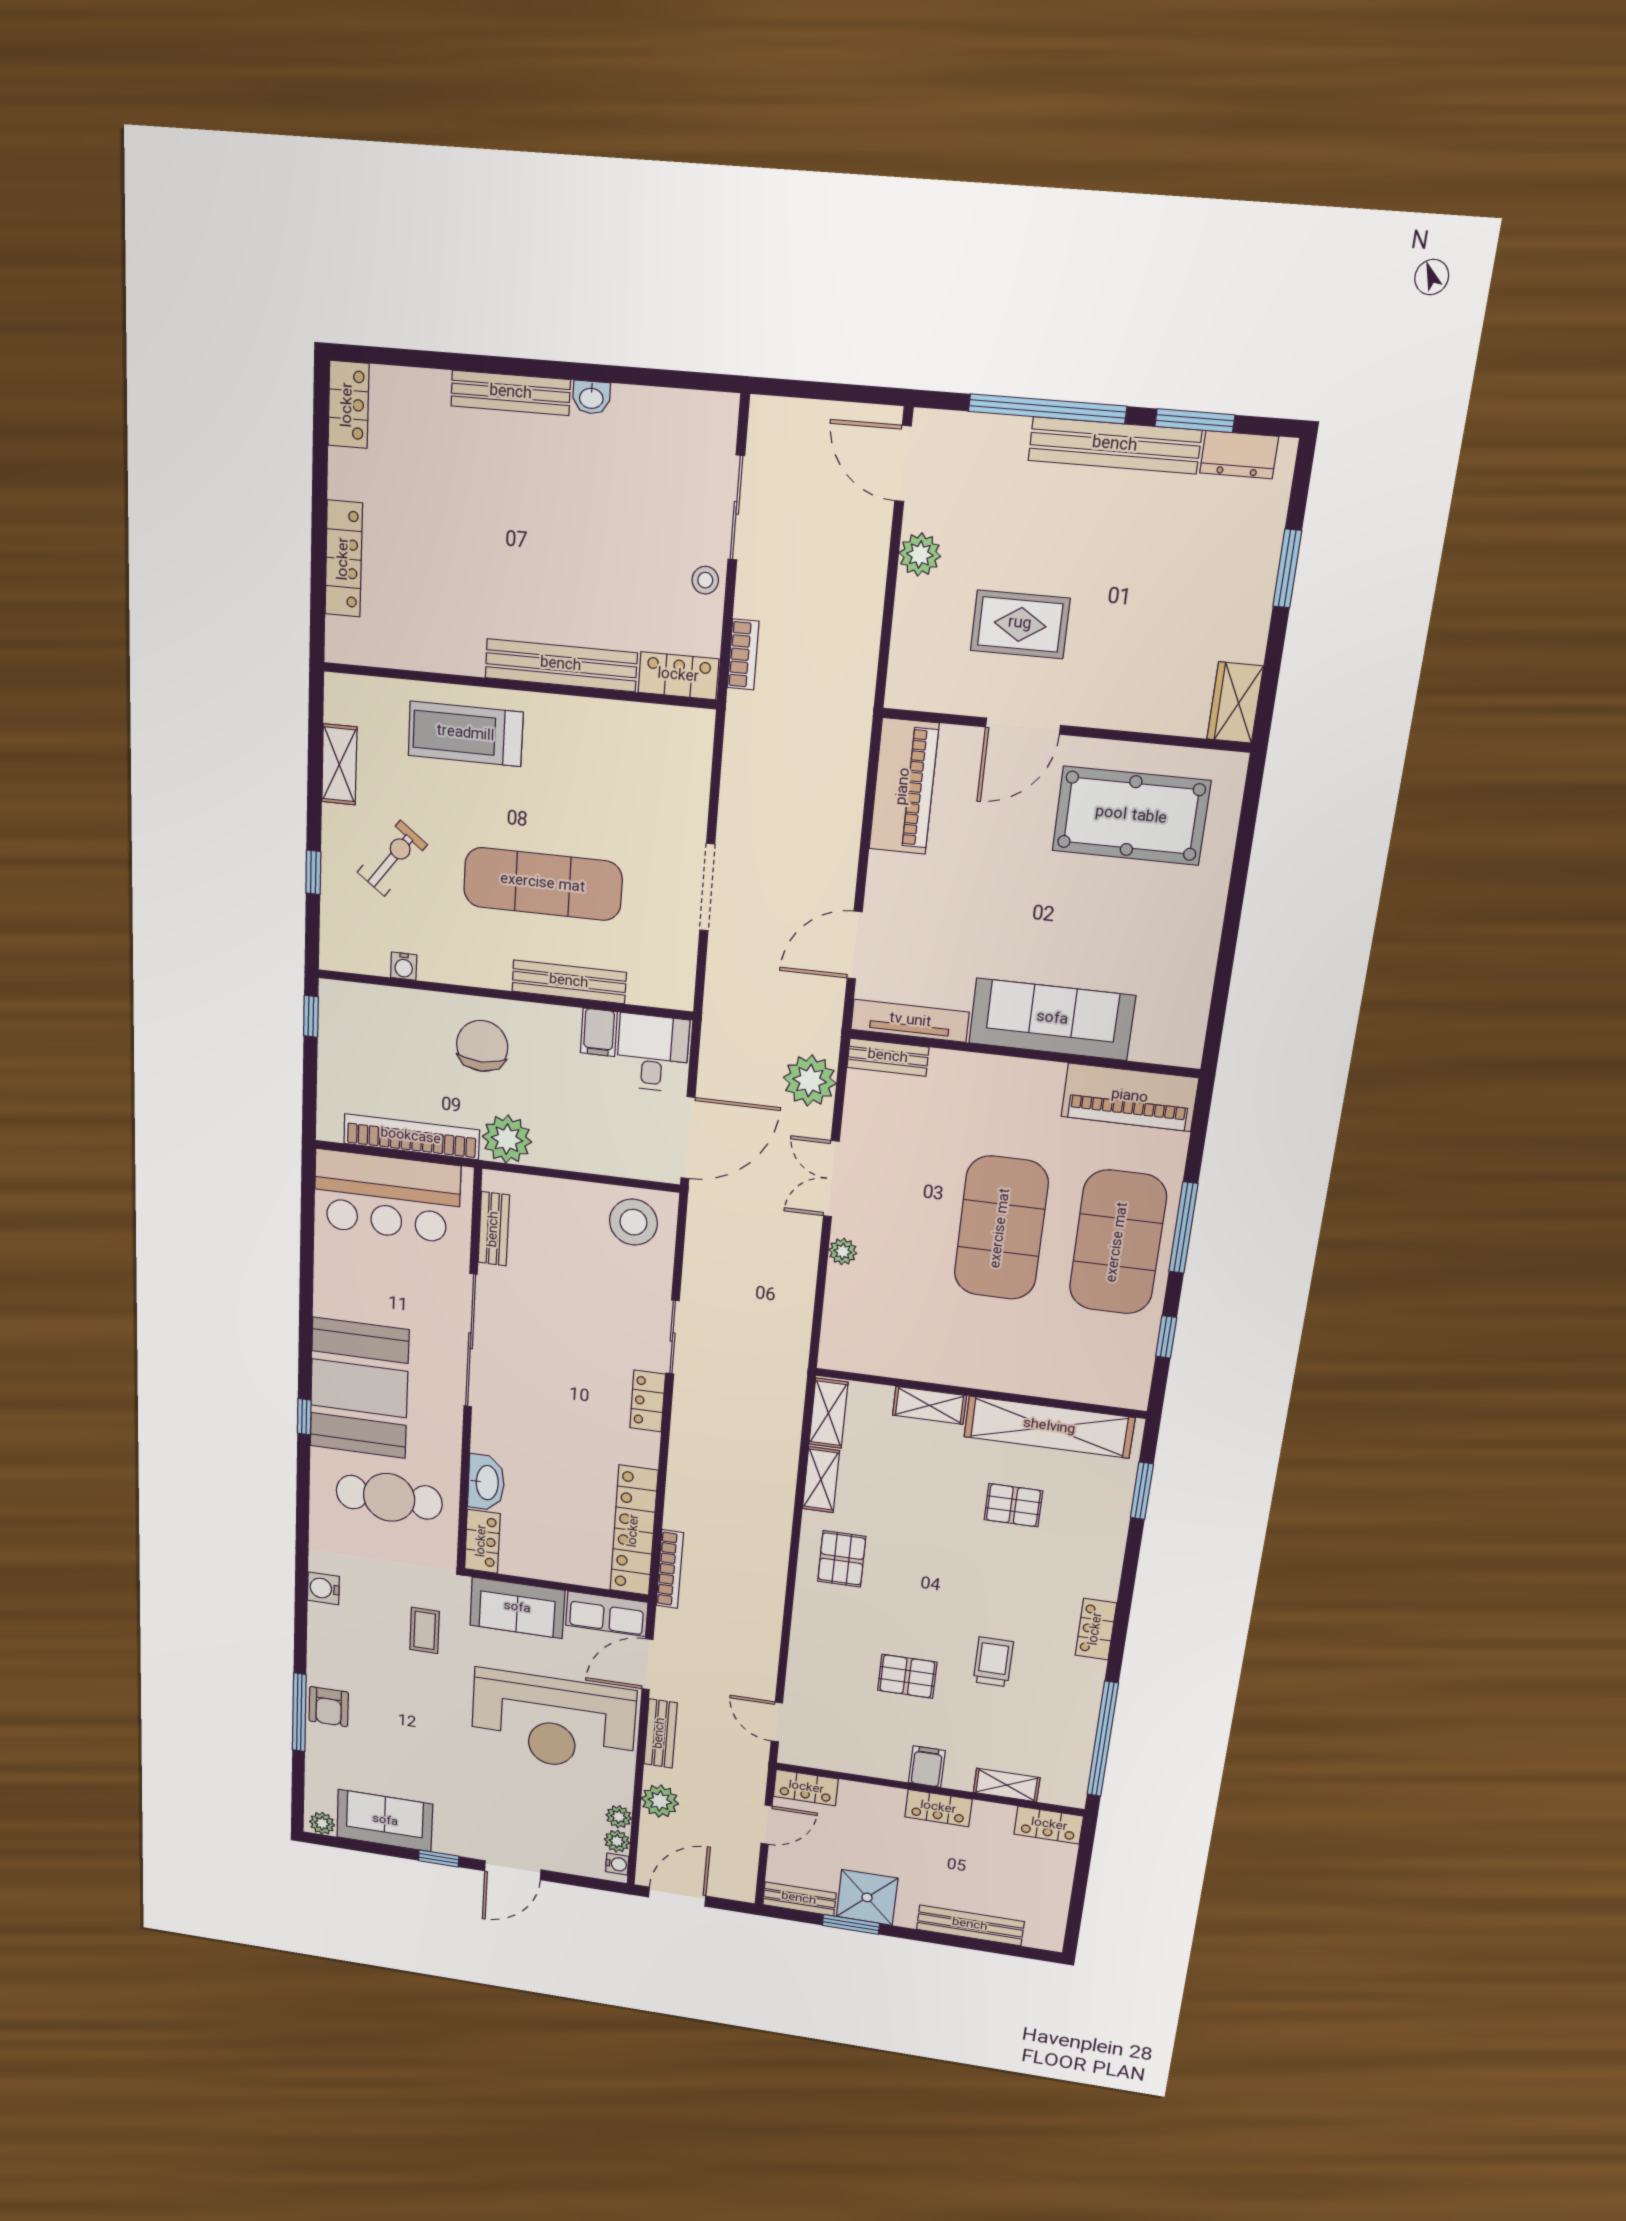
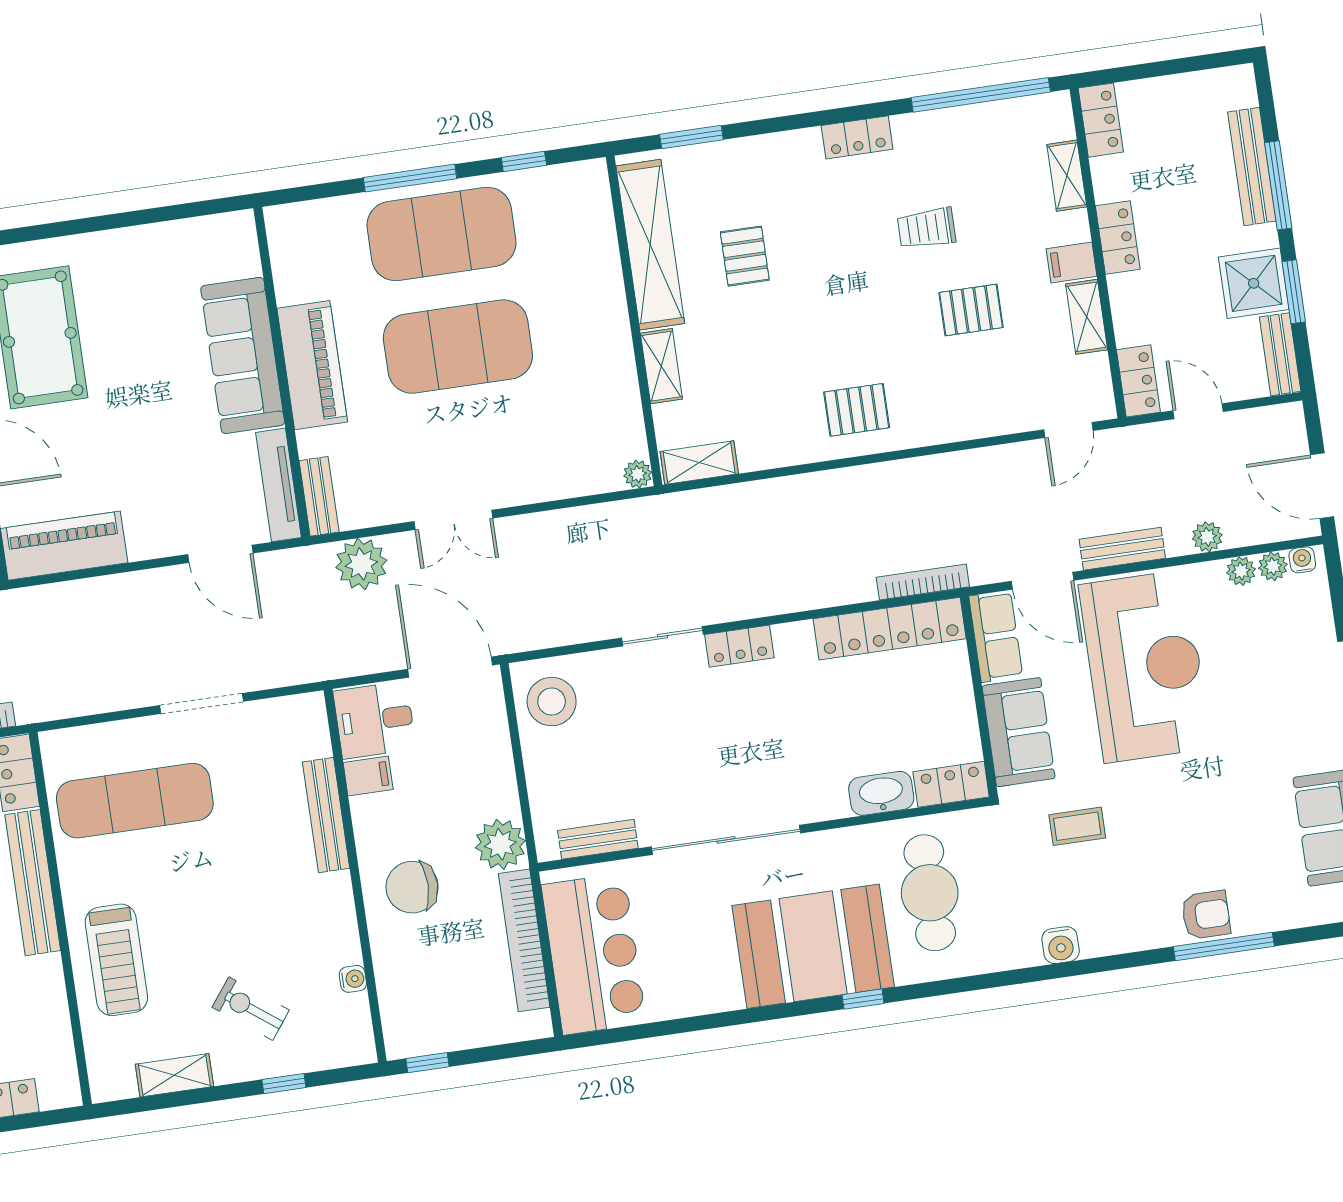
exercise mat: (543, 884) -> (135, 801), moved, turned 90
piano: (1130, 1097) -> (312, 365), moved
plant: (843, 1251) -> (638, 474), moved
shelving: (821, 1480) -> (1087, 317), moved, turned 90
pallet: (907, 1676) -> (971, 310), turned 90
plant: (660, 1801) -> (1207, 537), width x0.73, depth x0.73
window: (948, 1940) -> (1278, 185), added

